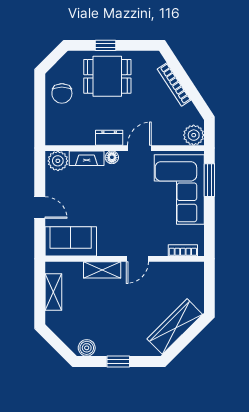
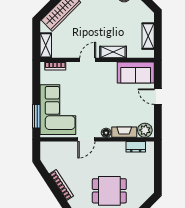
chair: (62, 93) -> (142, 179), removed
plant: (194, 135) -> (47, 149), removed
dresser: (109, 138) -> (136, 147), moved
shelving: (196, 279) -> (46, 45), added

